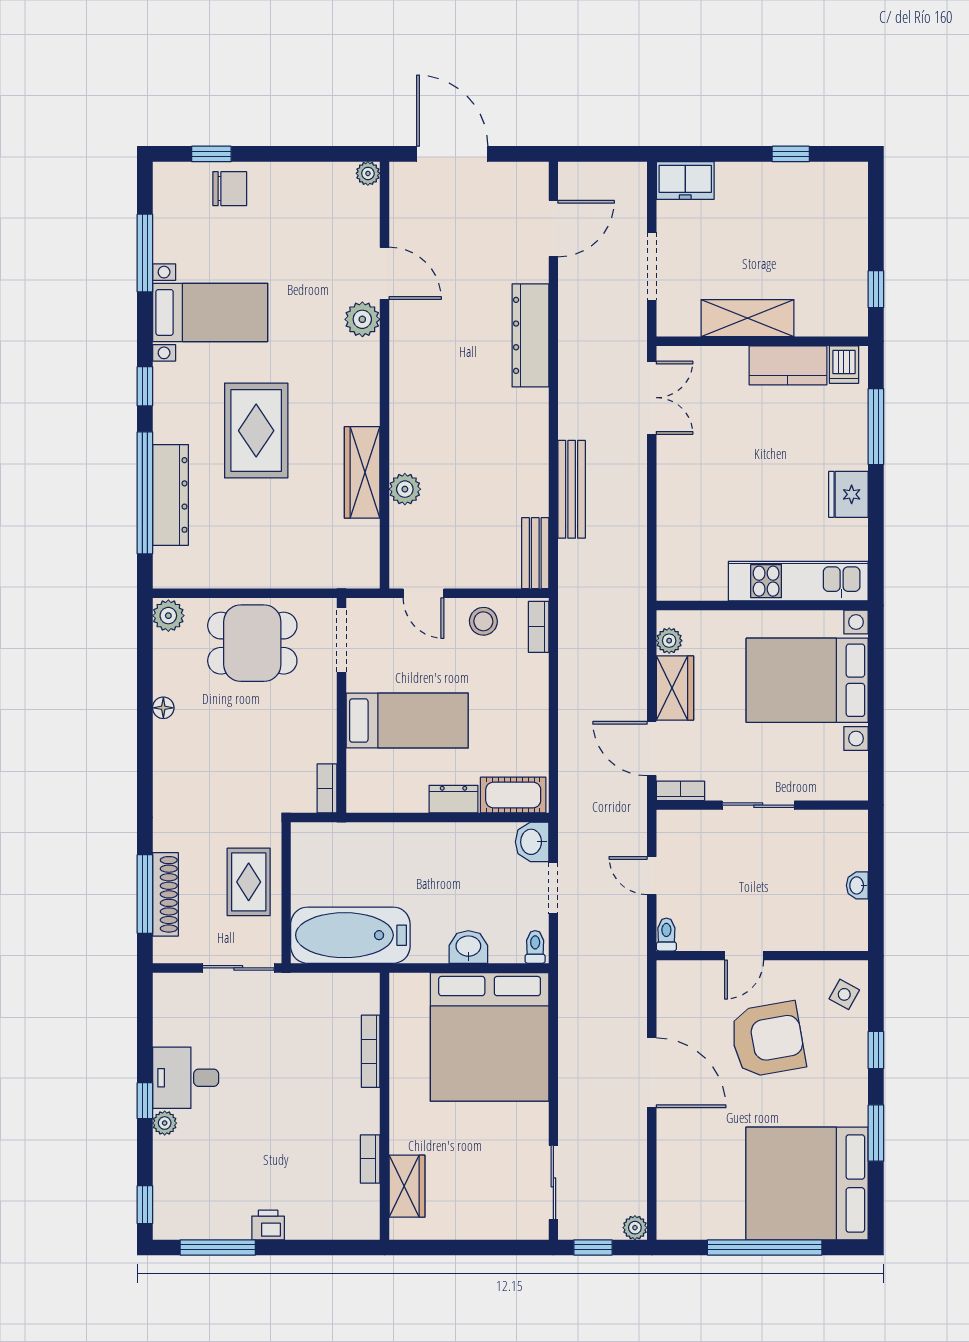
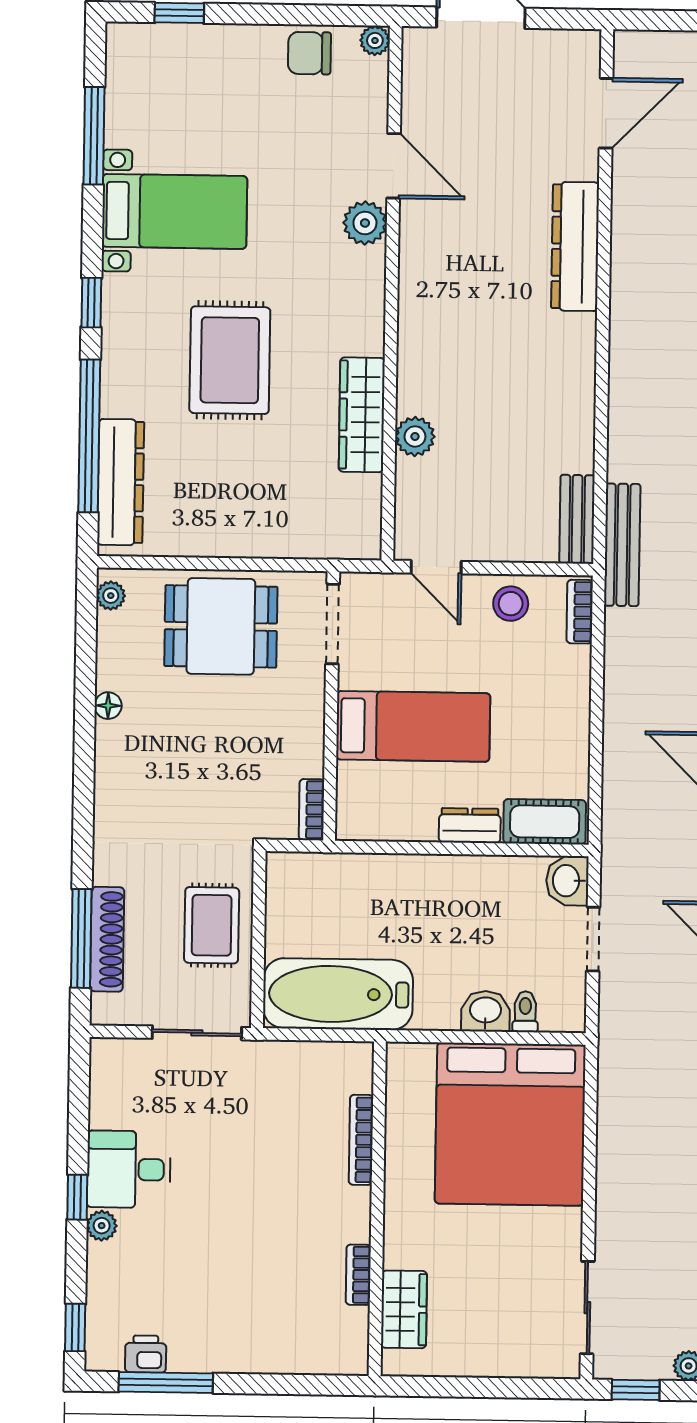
chair: (230, 189) -> (309, 53), moved, turned 180
bench: (572, 489) -> (622, 545), moved
dresser: (170, 495) -> (121, 482), moved
plant: (168, 616) -> (111, 596), width x0.73, depth x0.73
toilet: (535, 947) -> (525, 1012), moved
printer: (268, 1225) -> (146, 1354), moved

